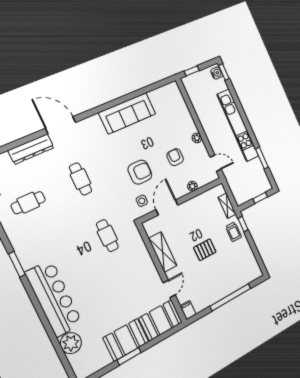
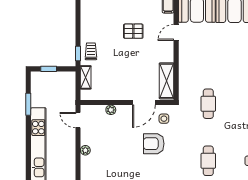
armchair: (175, 157) -> (115, 142), removed
pallet: (205, 250) -> (133, 31), moved
shelving: (163, 252) -> (167, 81), moved

